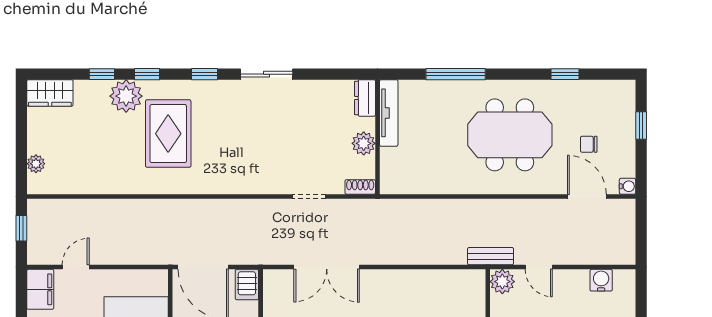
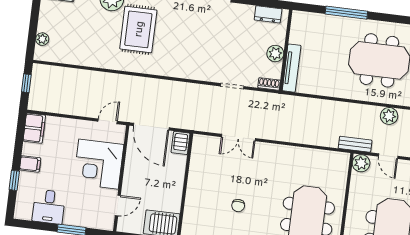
dresser: (365, 98) -> (268, 14), moved, turned -90
tv unit: (389, 113) -> (292, 68), moved
plant: (533, 211) -> (389, 116), added
door: (76, 267) -> (108, 121), moved
double door: (327, 267) -> (238, 138), width x0.73

